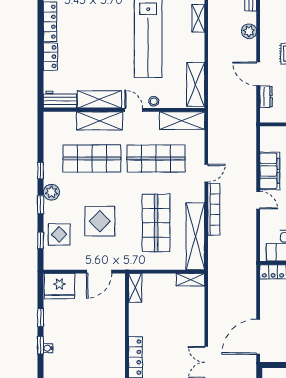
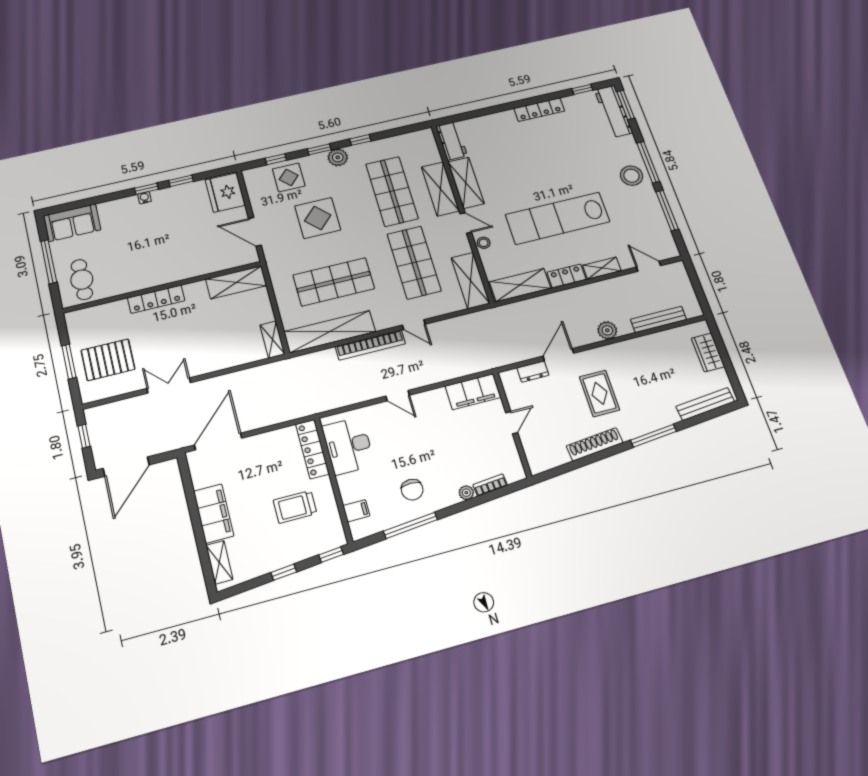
locker: (50, 57) -> (566, 276), moved, turned 180
door: (134, 110) -> (466, 223), hinge flipped
filing cabinet: (270, 171) -> (473, 392), moved
door: (258, 200) -> (398, 396), hinge flipped
shelving: (135, 288) -> (236, 282), width x1.50, depth x1.33
door: (258, 337) -> (218, 442), hinge flipped

